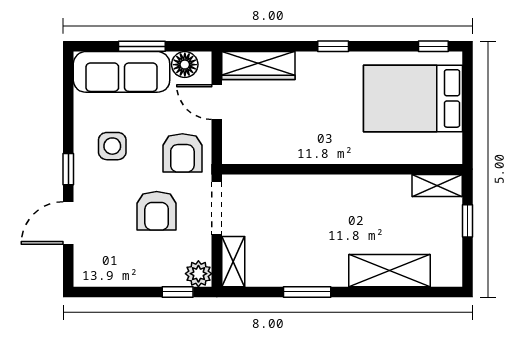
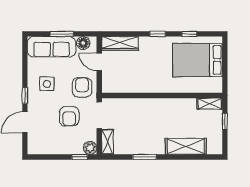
window: (433, 46) -> (189, 34), moved
armchair: (182, 153) -> (82, 87), turned 180

